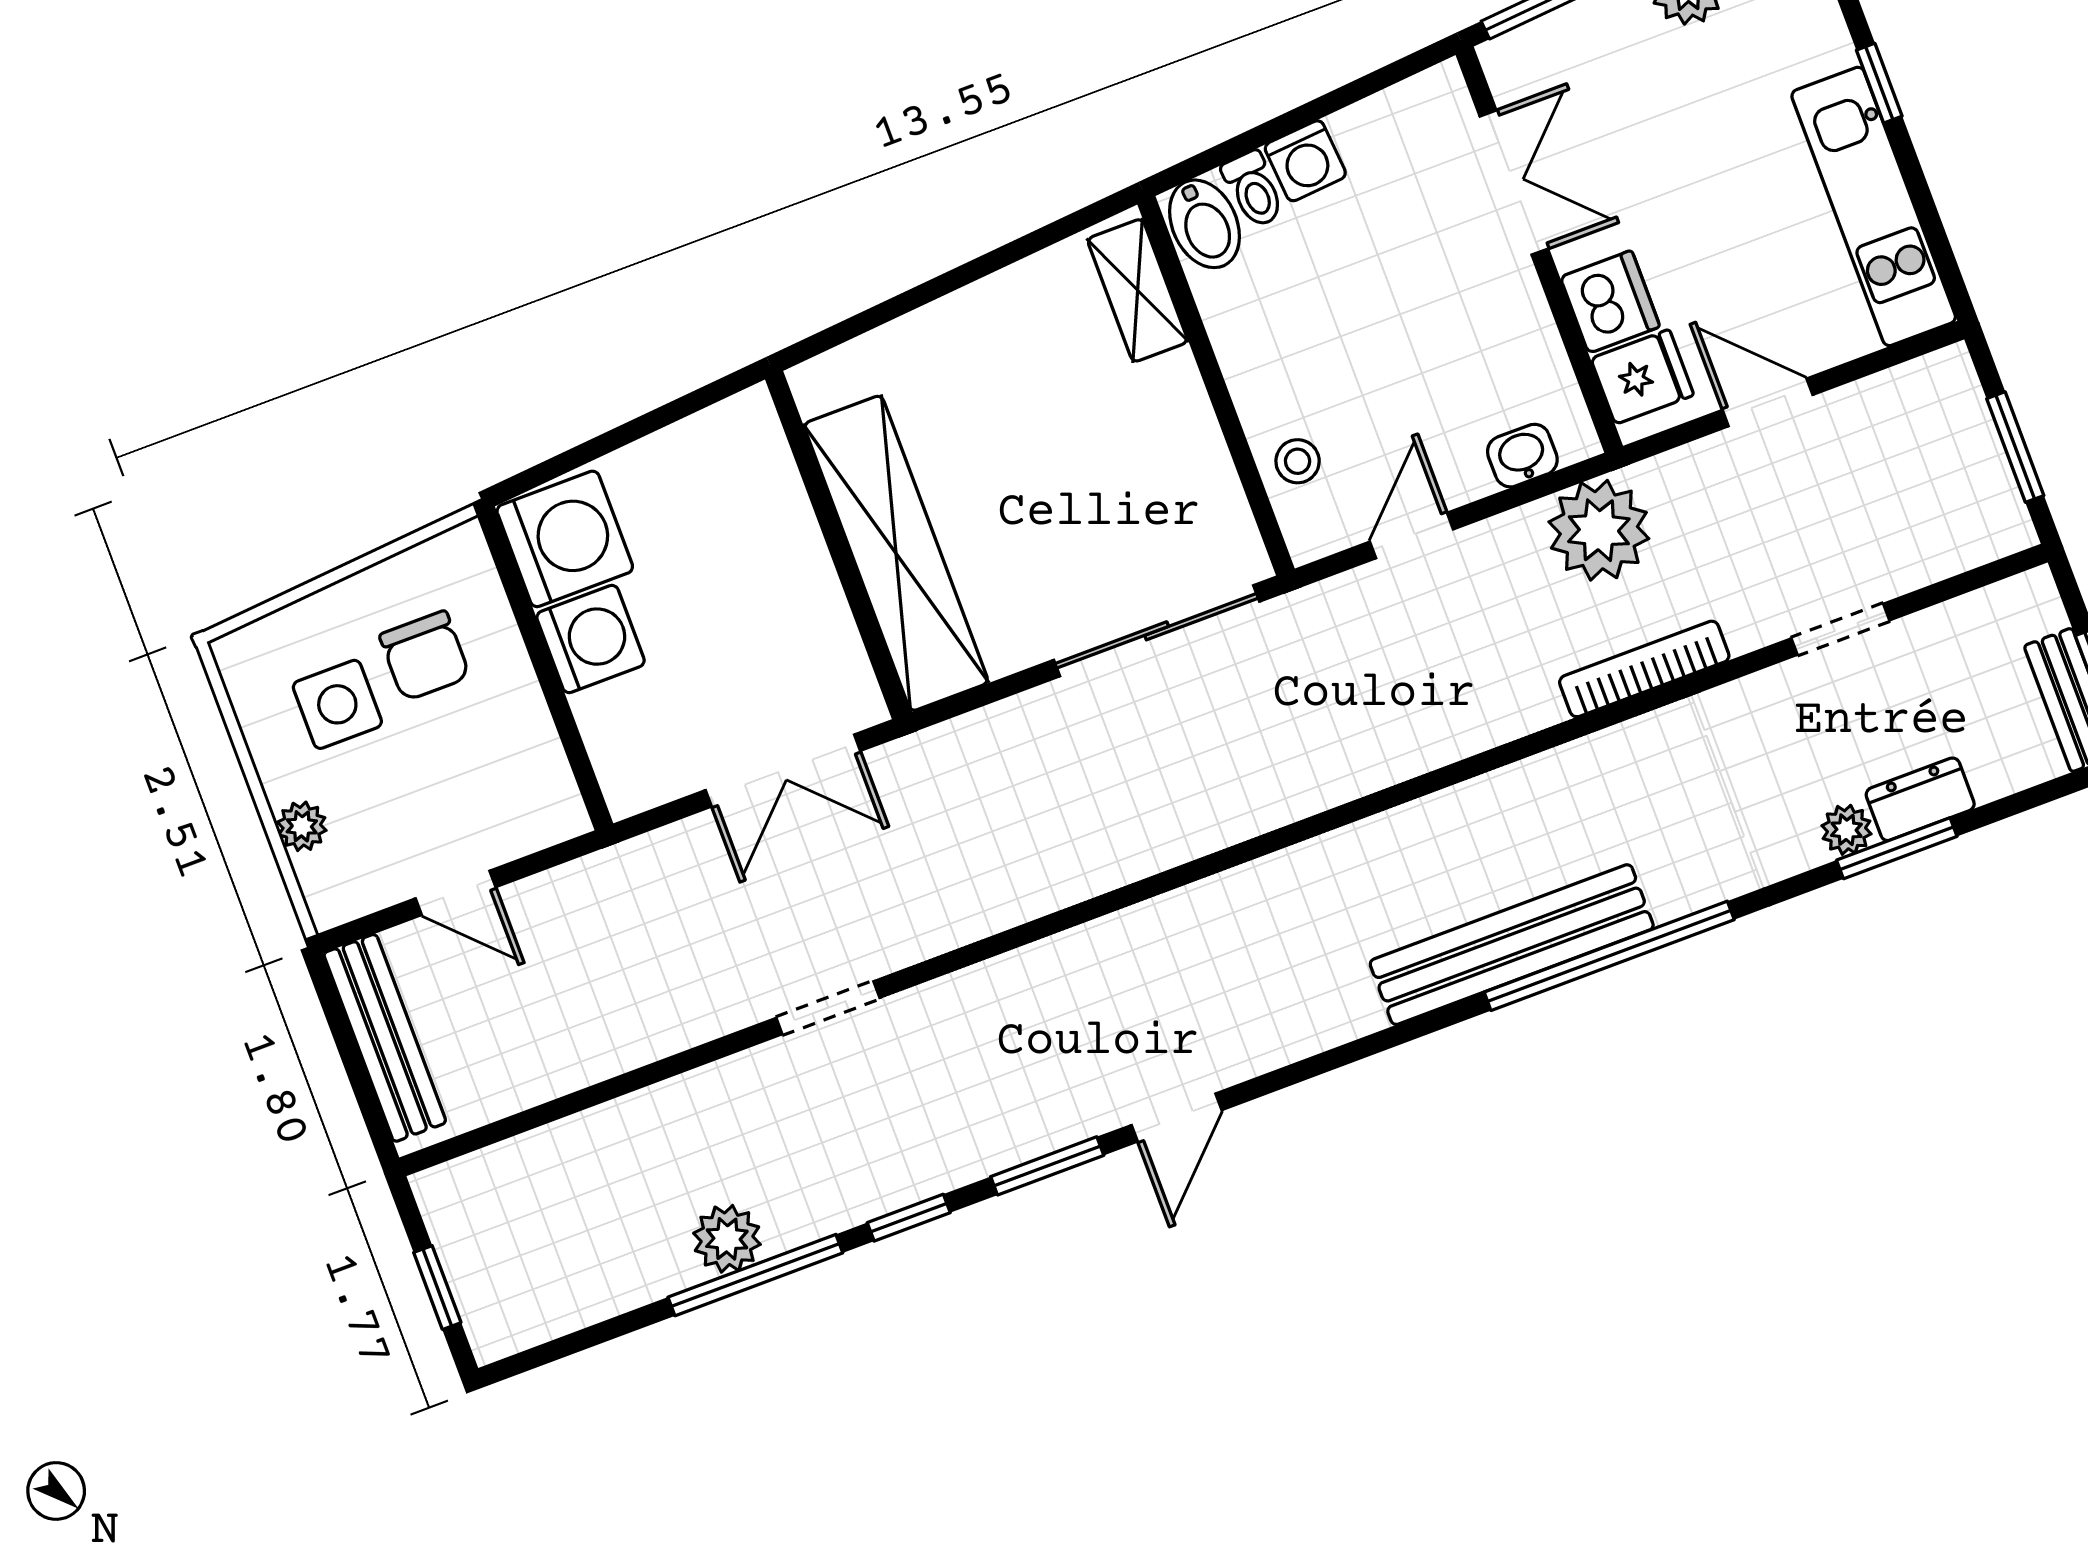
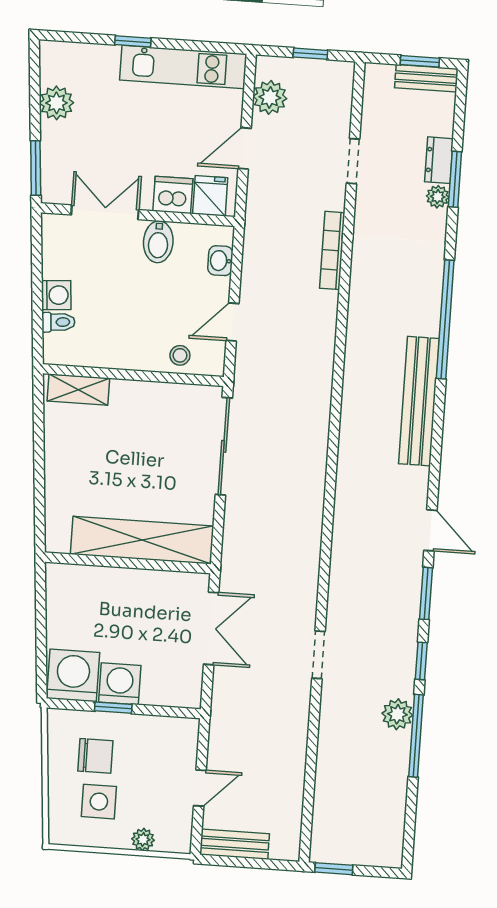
bidet: (1205, 224) -> (158, 242), moved, turned 95
window: (2015, 447) -> (310, 54), width x0.67
plant: (1599, 530) -> (270, 97), moved, width x0.73, depth x0.73
door: (1411, 535) -> (233, 322), hinge flipped
window: (537, 648) -> (113, 708), added
bench: (1512, 945) -> (419, 401), moved
bench: (385, 1038) -> (235, 844), width x0.73
plant: (727, 1239) -> (397, 714), moved
window: (437, 1288) -> (334, 869), moved

